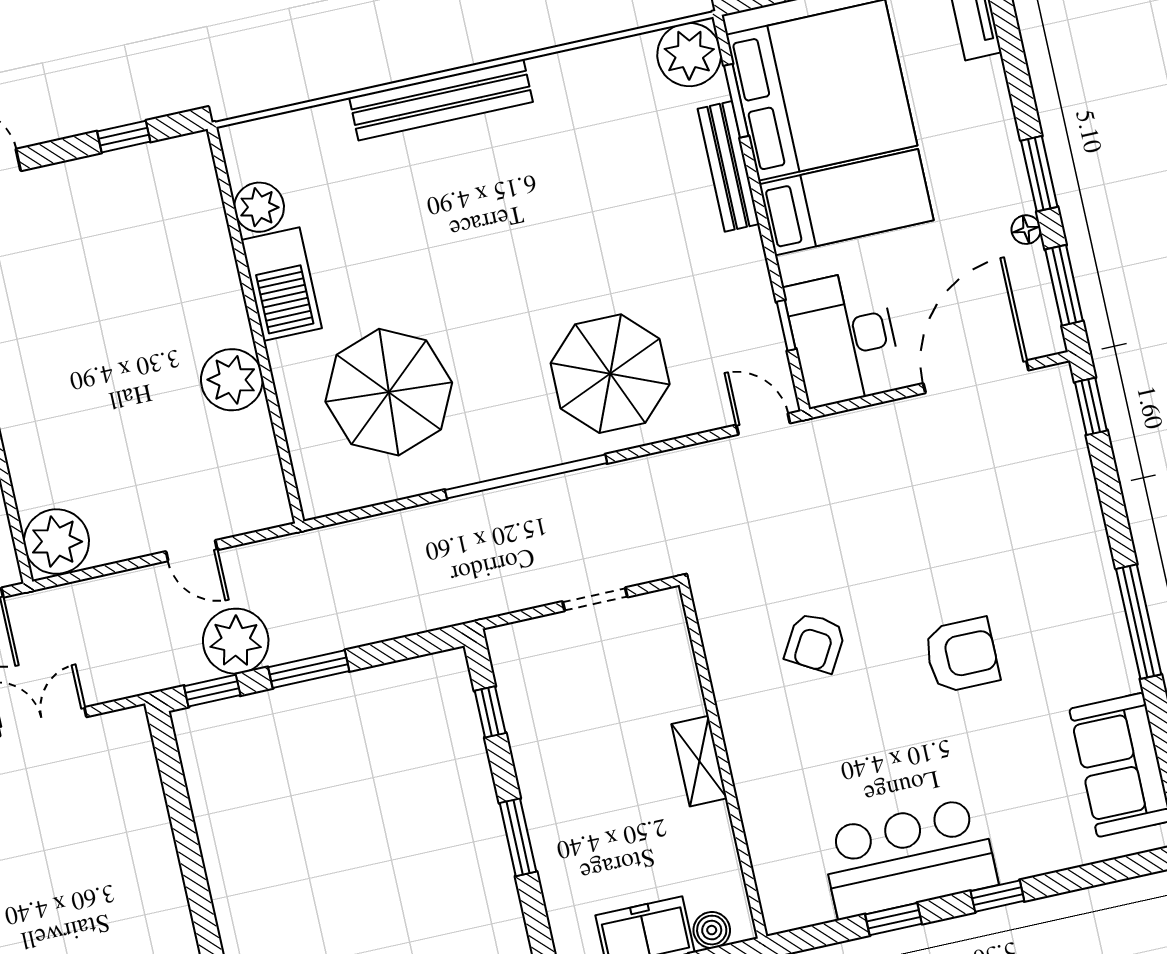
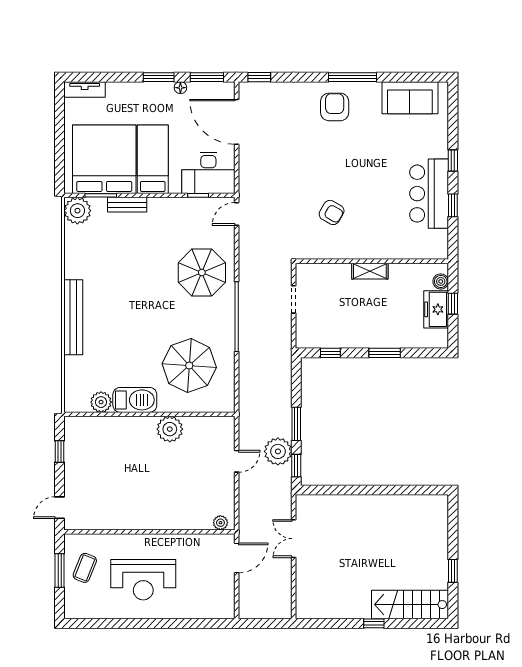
bench: (728, 166) -> (127, 205), width x0.73
plant: (56, 542) -> (220, 523), width x0.53, depth x0.53
armchair: (962, 655) -> (335, 107), moved

